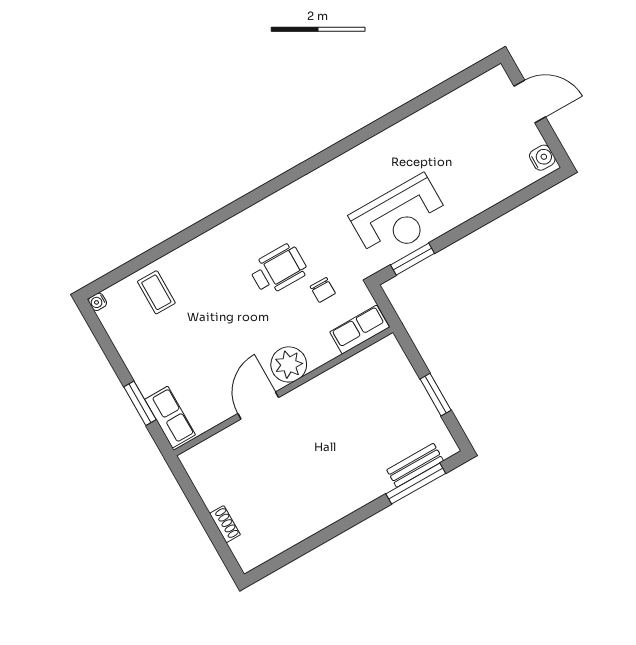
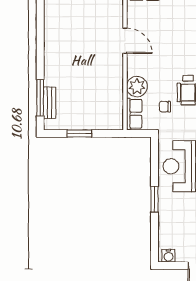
window: (412, 259) -> (155, 199), moved
plant: (289, 364) -> (137, 87), moved

